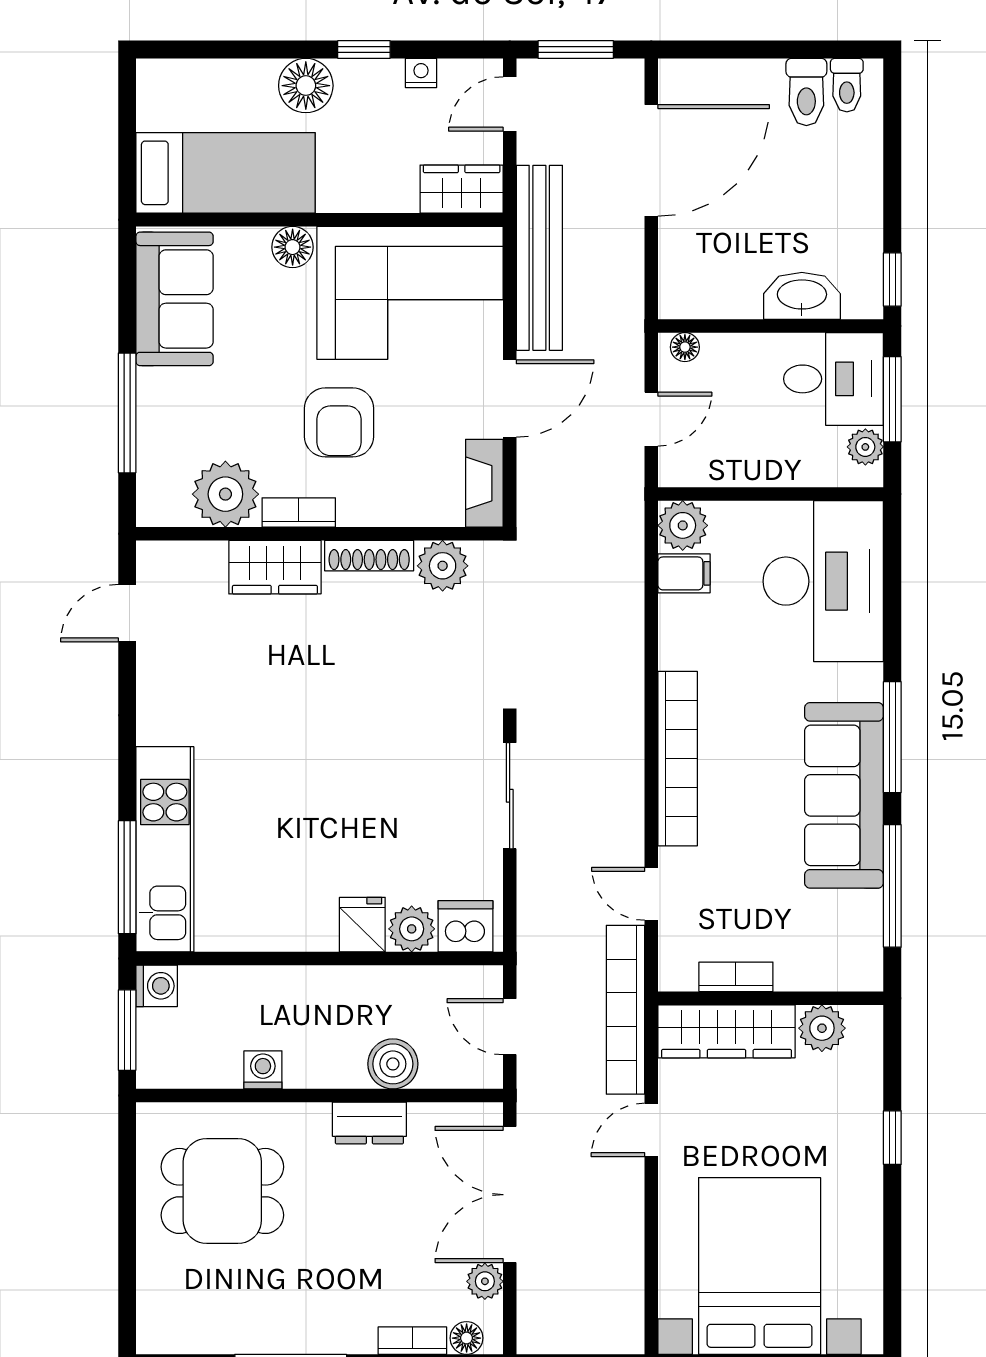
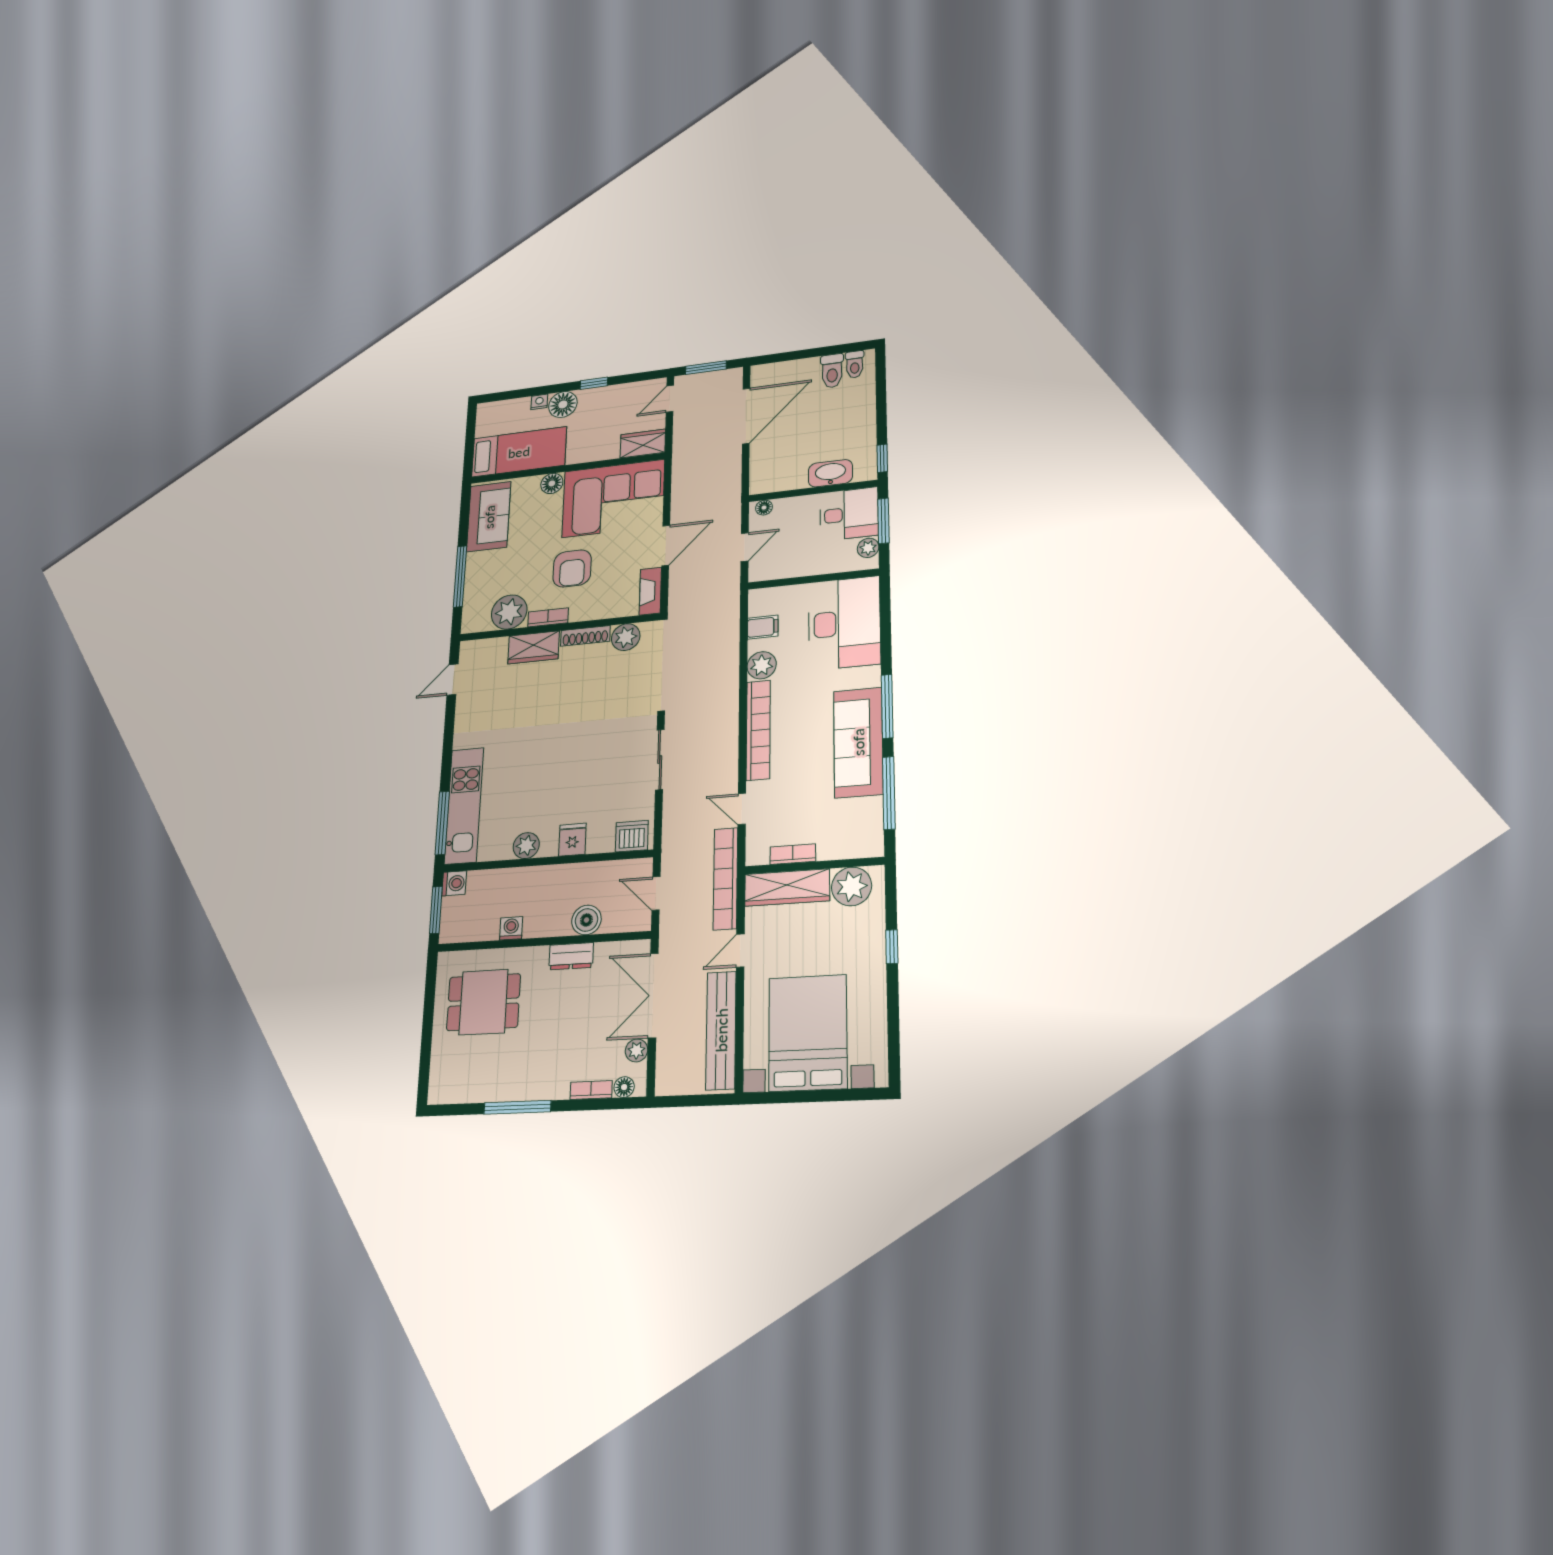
nightstand: (421, 73) -> (539, 402), moved
bench: (539, 258) -> (721, 1030), moved
plant: (683, 525) -> (762, 665), moved
plant: (412, 929) -> (526, 846), moved
plant: (822, 1028) -> (852, 886), width x1.36, depth x1.36

